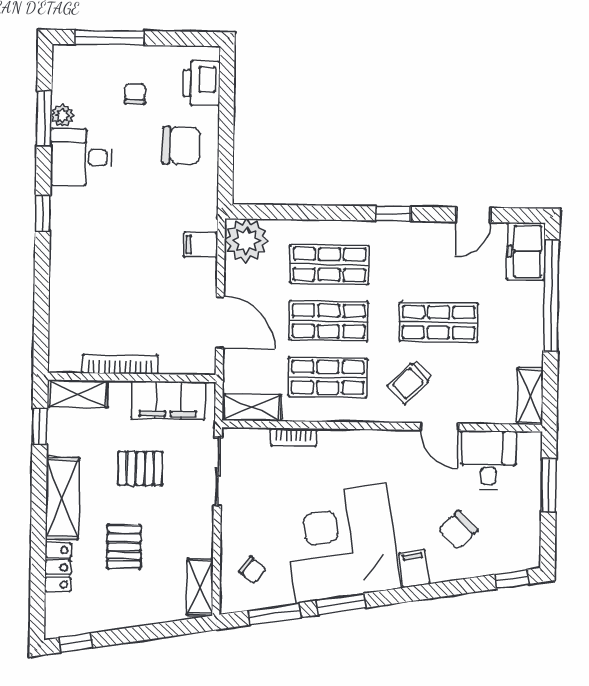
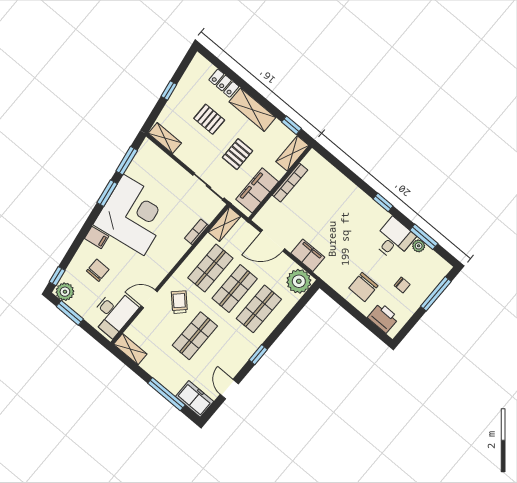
filing cabinet: (201, 245) -> (308, 255), width x2.00
window: (551, 296) -> (166, 394), width x0.68
desk: (489, 460) -> (114, 313), width x1.37
window: (549, 485) -> (70, 313), moved
chair: (458, 530) -> (98, 270), turned 45
plant: (524, 551) -> (65, 292), added
chair: (252, 570) -> (153, 167), removed
window: (76, 643) -> (169, 90), moved

